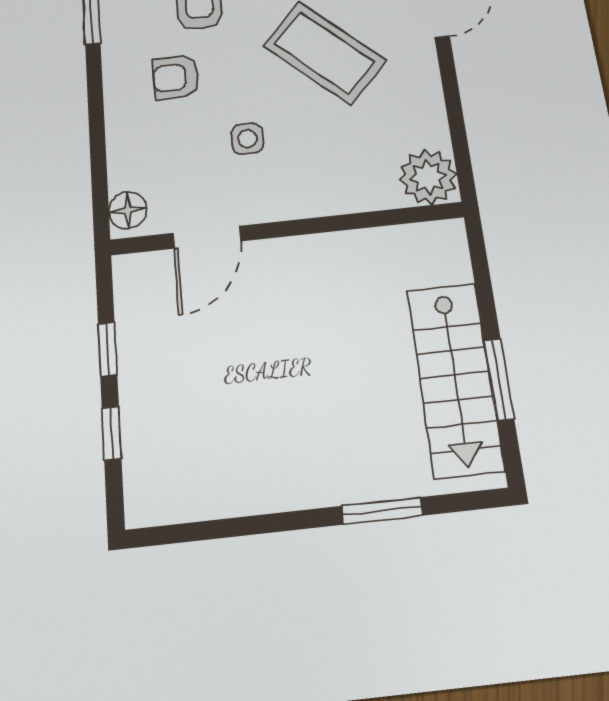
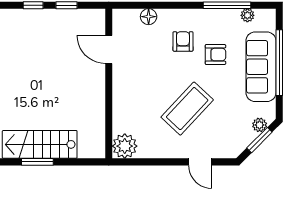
side table: (247, 139) -> (151, 71), removed
floor lamp: (128, 210) -> (149, 17), moved

